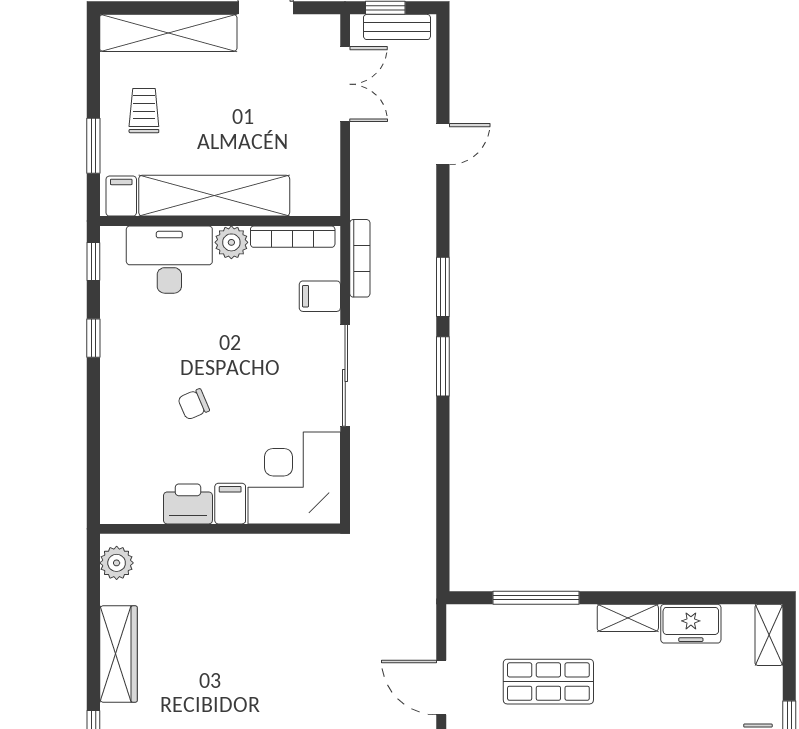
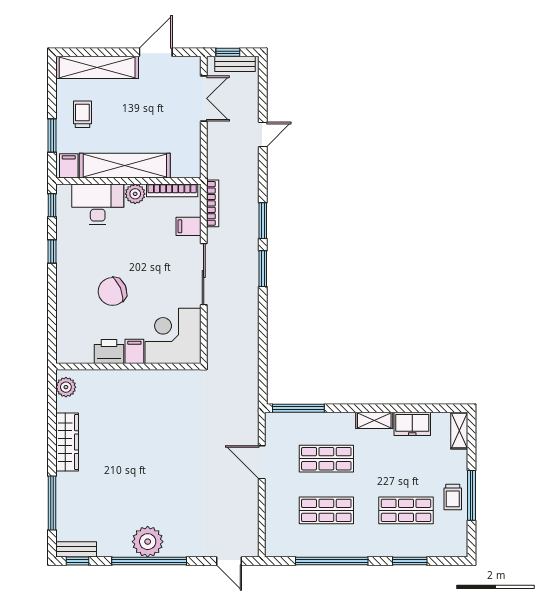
chair: (194, 404) -> (112, 291), width x1.87, depth x1.87
window: (536, 598) -> (298, 408), moved

